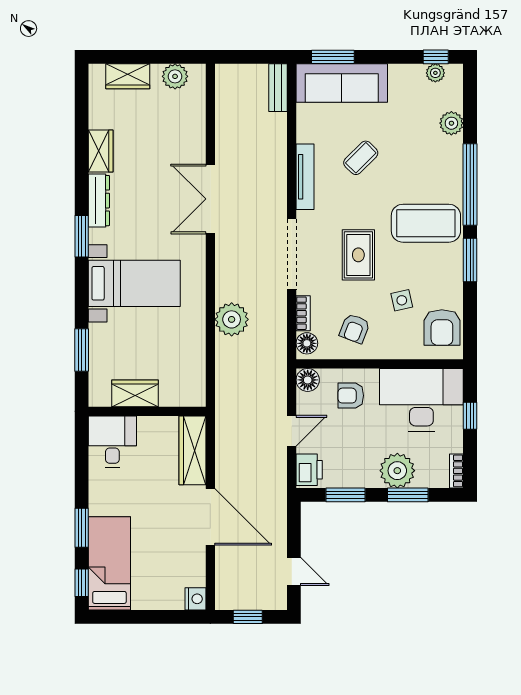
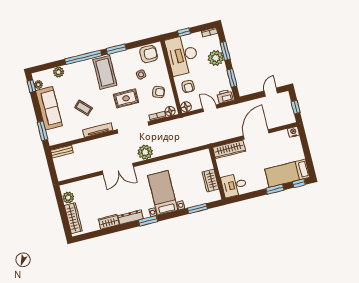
wardrobe: (128, 76) -> (73, 218), width x1.50
sofa: (342, 83) -> (49, 108), moved
plant: (232, 319) -> (145, 152), moved

